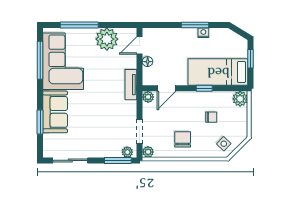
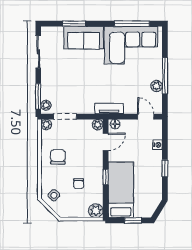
window: (79, 25) -> (165, 76), moved
window: (195, 25) -> (165, 168), width x0.67
nightstand: (203, 33) -> (158, 145), moved
plant: (107, 39) -> (157, 86), width x0.53, depth x0.53
floor lamp: (148, 62) -> (115, 124), moved
door: (167, 88) -> (106, 142), swing flipped
chair: (183, 139) -> (58, 157), turned -90

